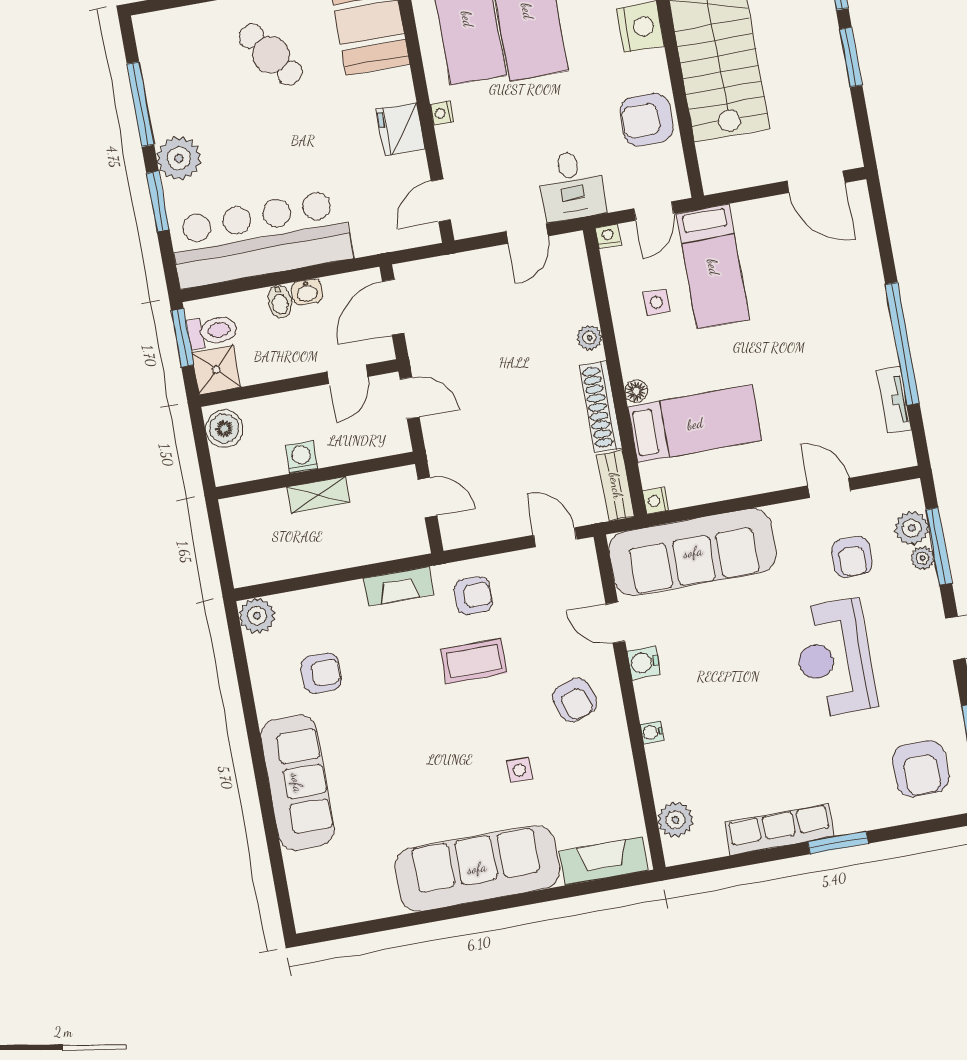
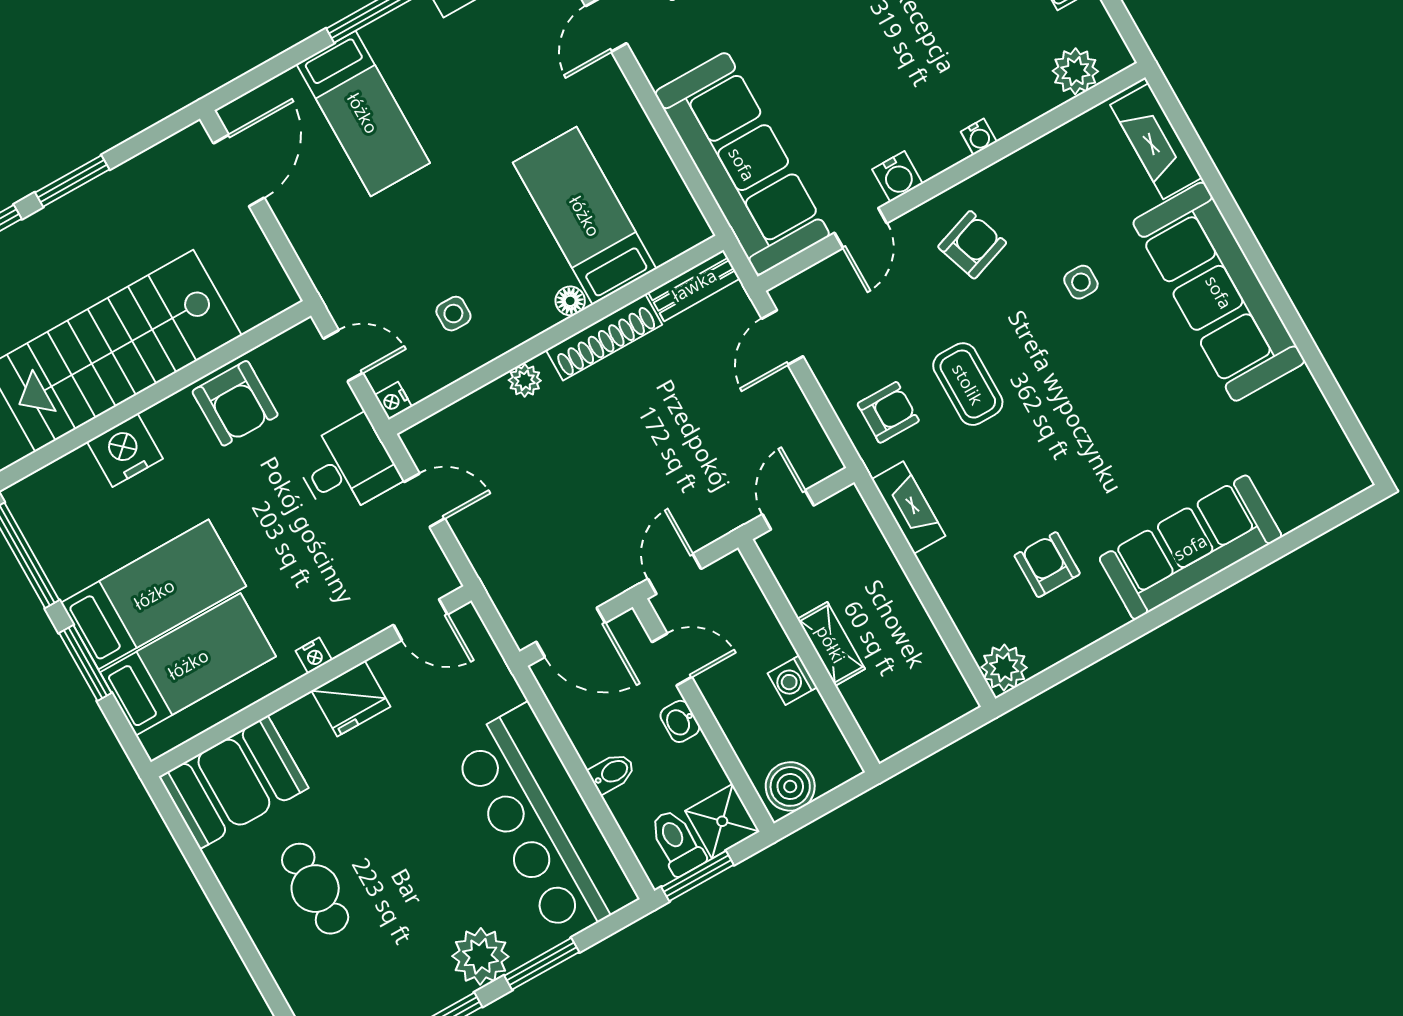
cafe table: (271, 55) -> (315, 889), turned -54
bed: (713, 267) -> (363, 113), moved, turned 90
washbasin: (307, 292) -> (680, 721), moved, turned 180
nightstand: (656, 501) -> (695, 230), removed
armchair: (473, 596) -> (888, 412), turned 90

